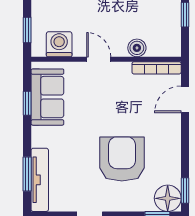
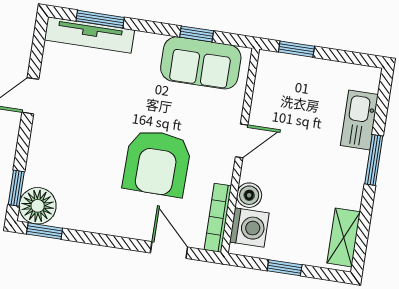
washing machine: (59, 44) -> (249, 228), moved
armchair: (122, 159) -> (157, 163), moved, turned 91

